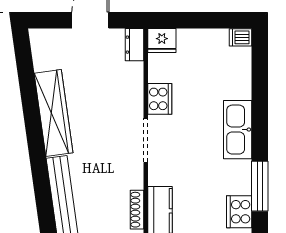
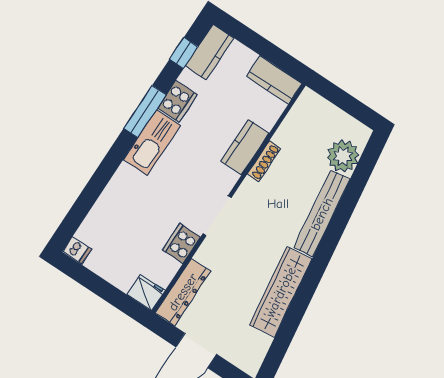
dresser: (135, 45) -> (183, 292), width x1.96, depth x1.24
kitchen sink: (238, 130) -> (152, 143), moved

